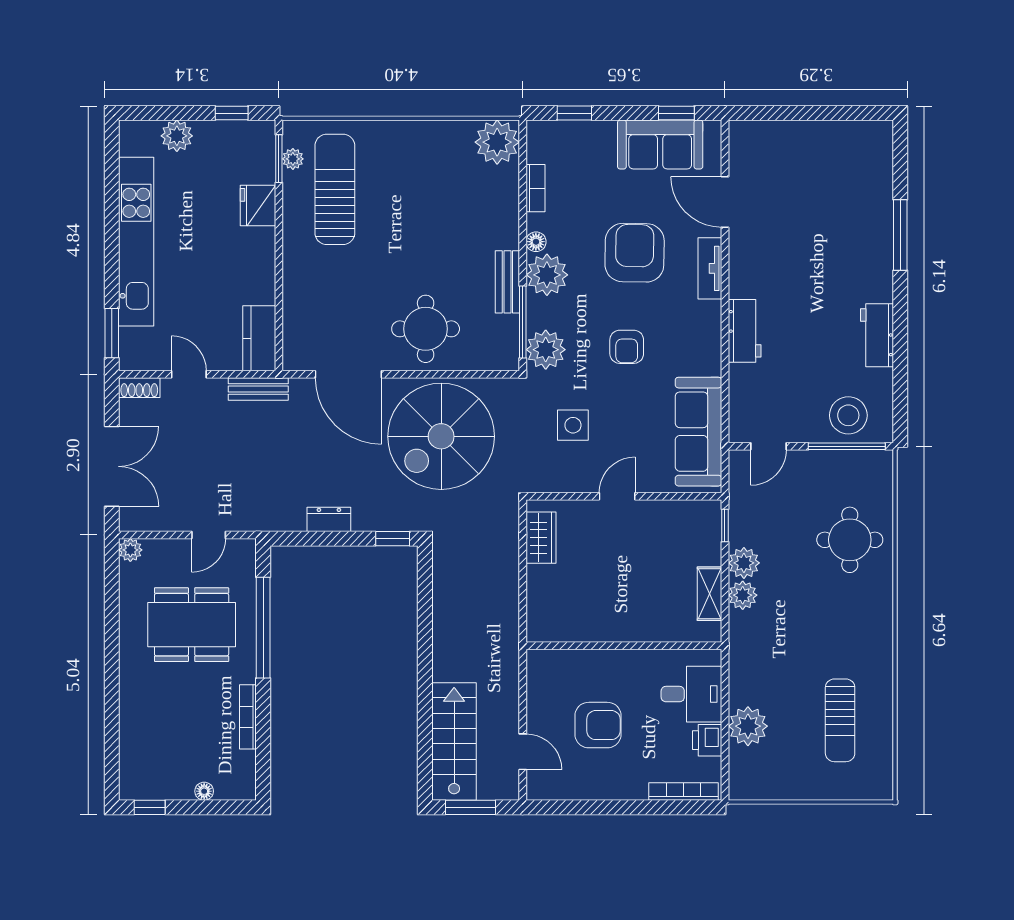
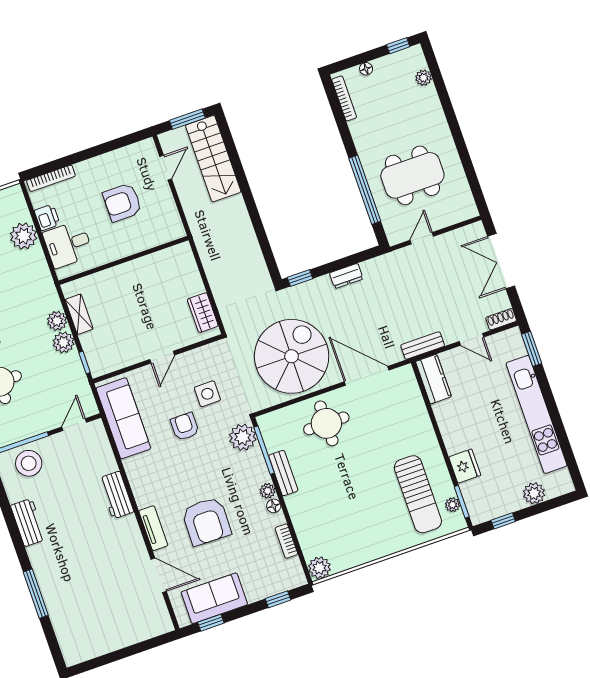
plant: (497, 142) -> (319, 568), width x0.73, depth x0.73
plant: (547, 275) -> (268, 491), width x0.53, depth x0.53
armchair: (627, 347) -> (185, 427), moved
plant: (130, 550) -> (424, 78), moved
bookcase: (248, 717) -> (344, 98), moved
door: (523, 752) -> (166, 168), swing flipped

